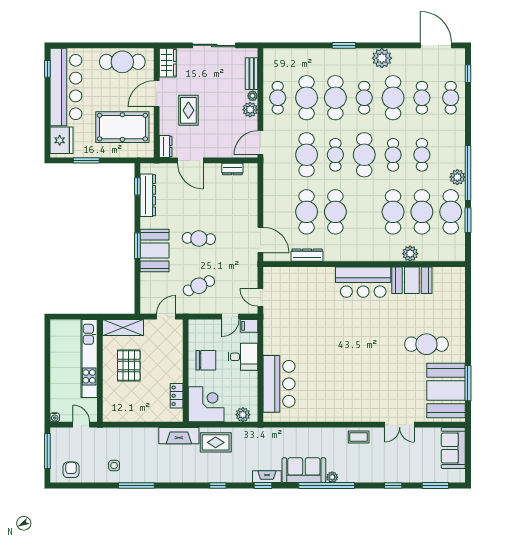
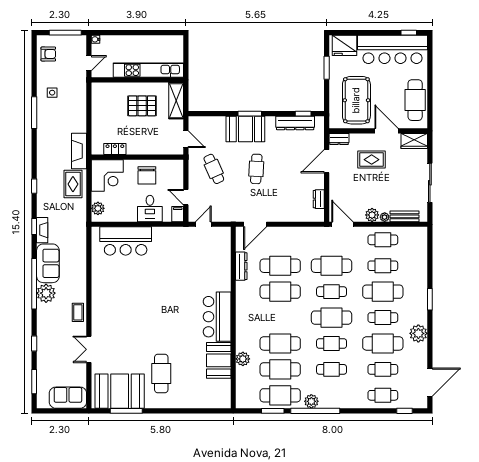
cafe table: (307, 98) -> (383, 266), width x0.73, depth x0.74
plant: (332, 477) -> (46, 293), width x1.88, depth x1.88

